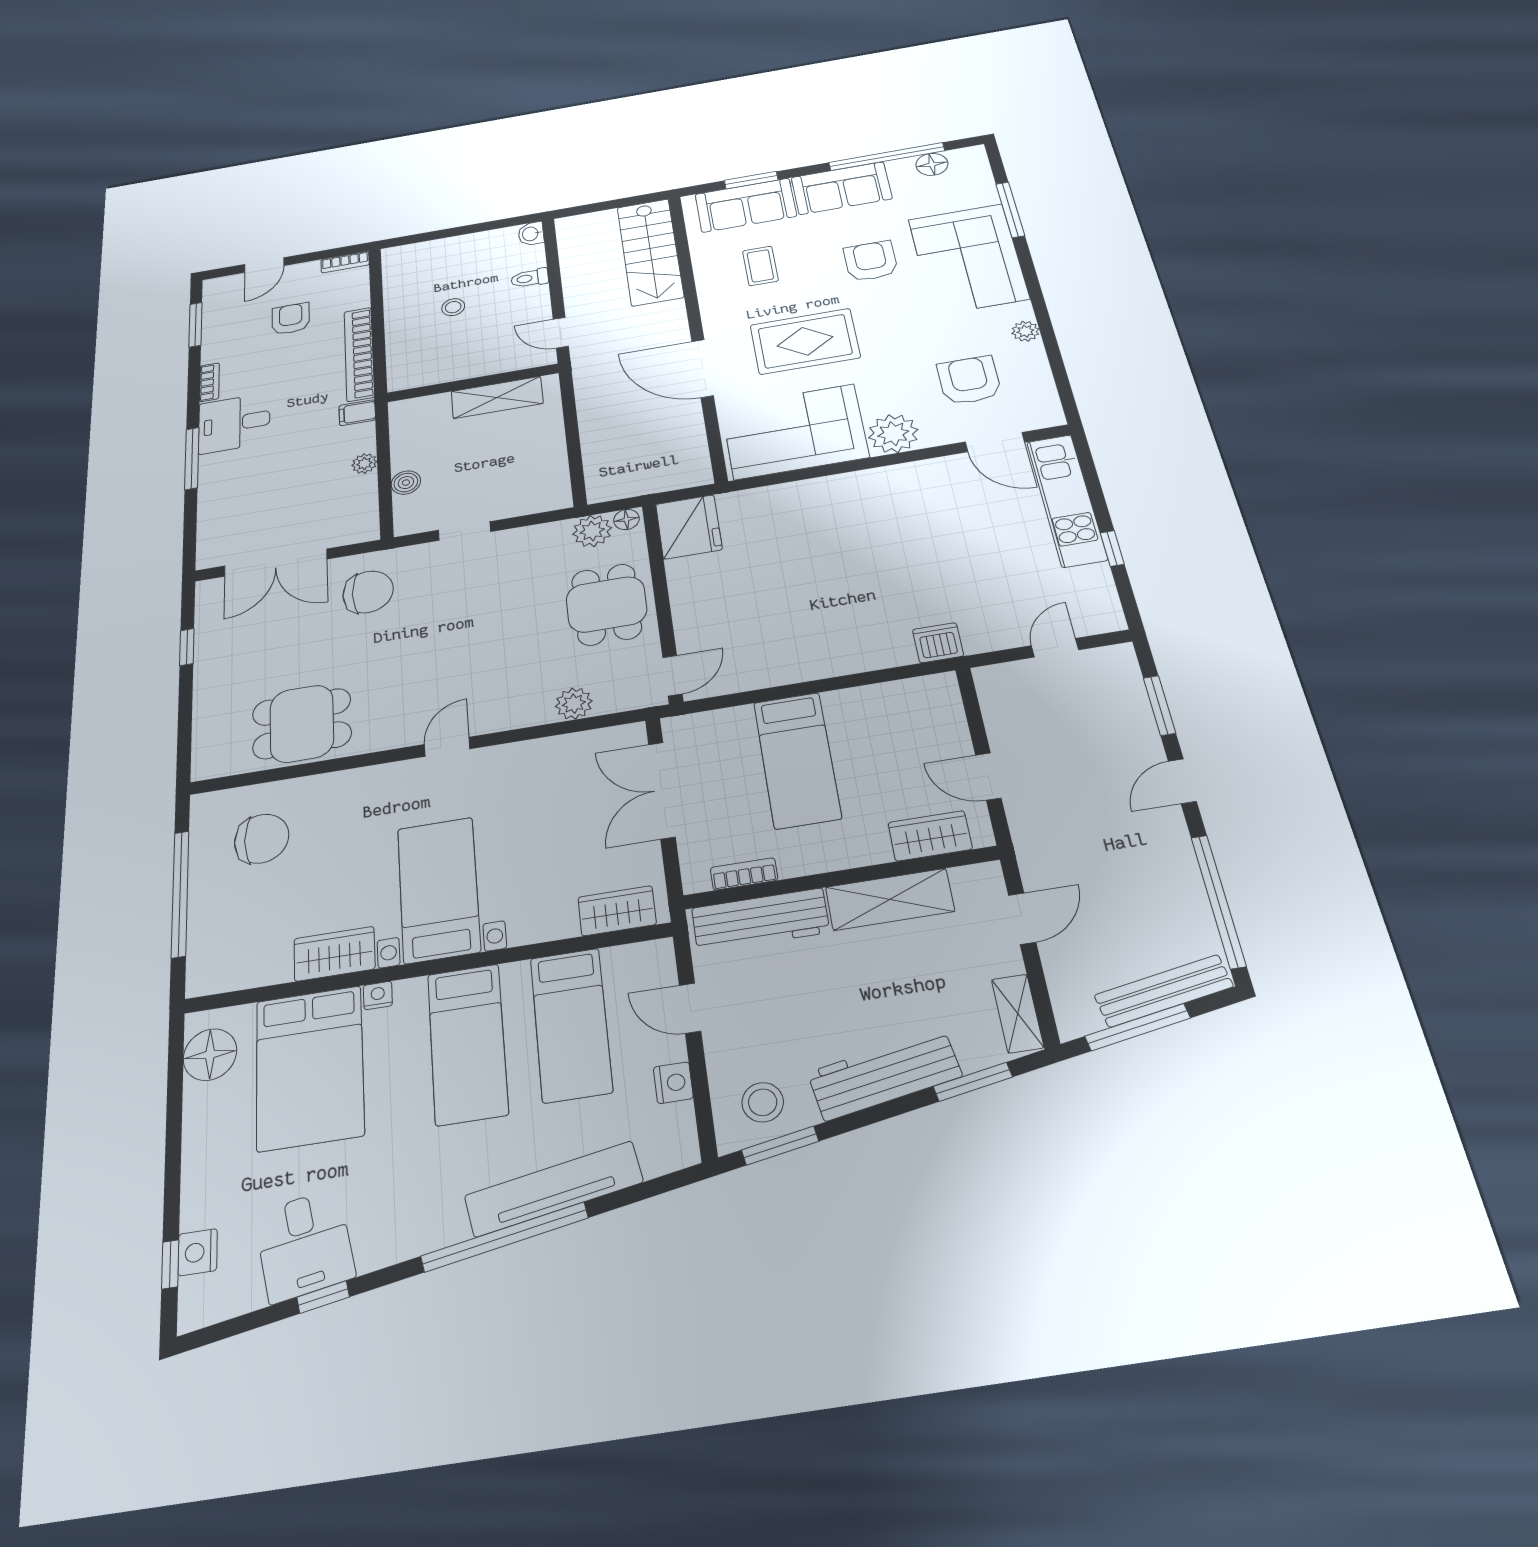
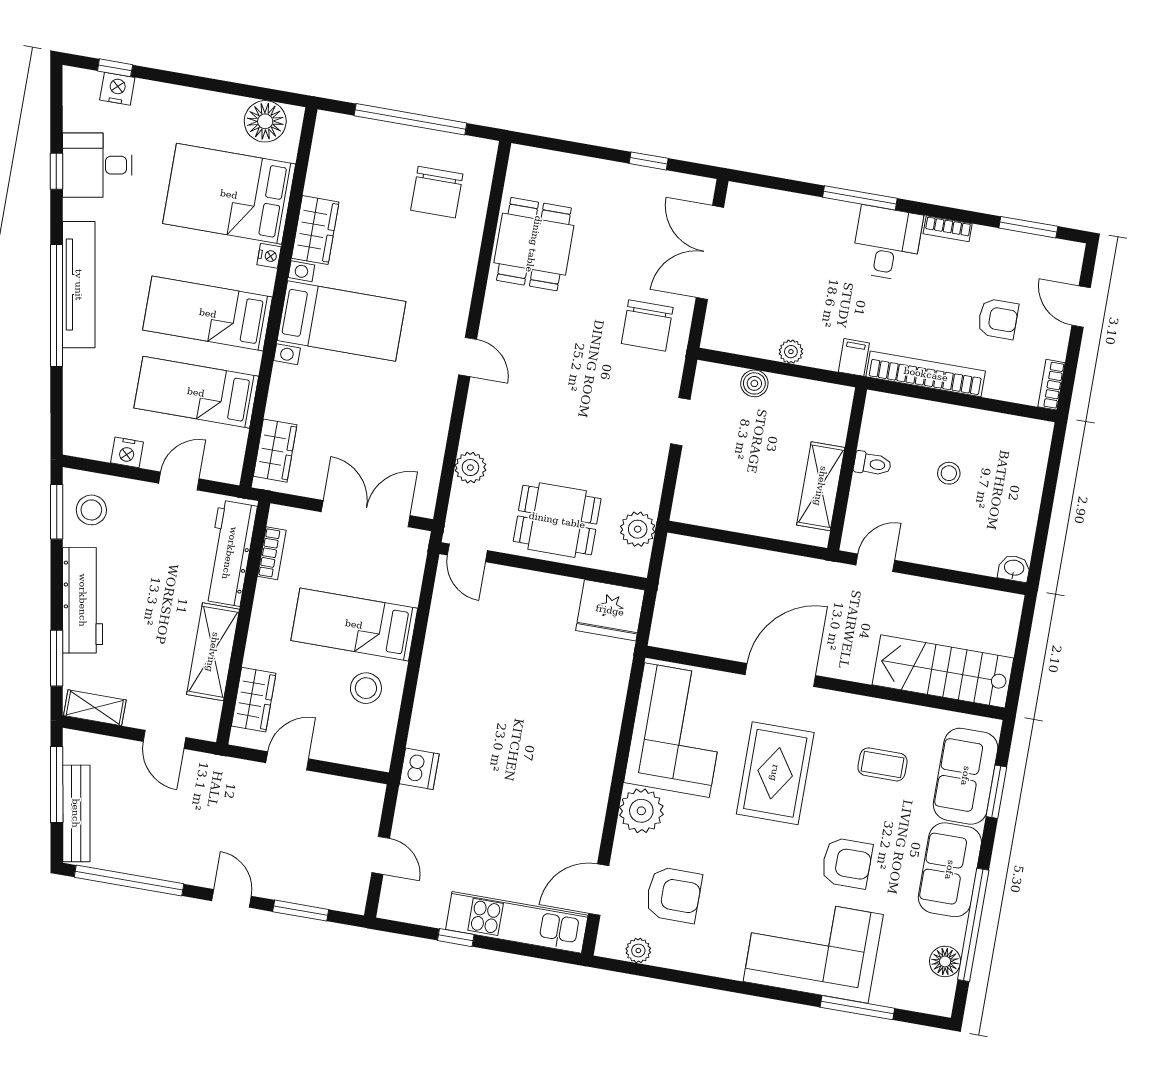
toilet: (530, 278) -> (872, 464), moved, turned 90
plant: (1025, 331) -> (638, 951), moved
floor lamp: (626, 519) -> (639, 561), removed
stool: (867, 724) -> (366, 688), added
tv unit: (554, 1189) -> (79, 285), moved

